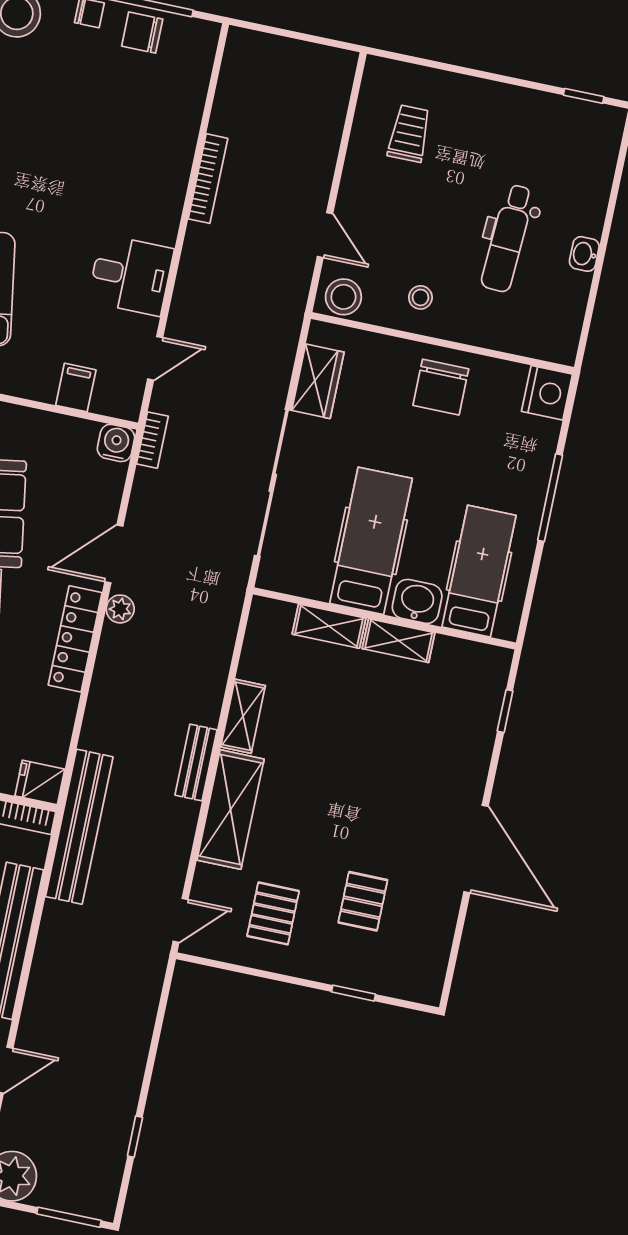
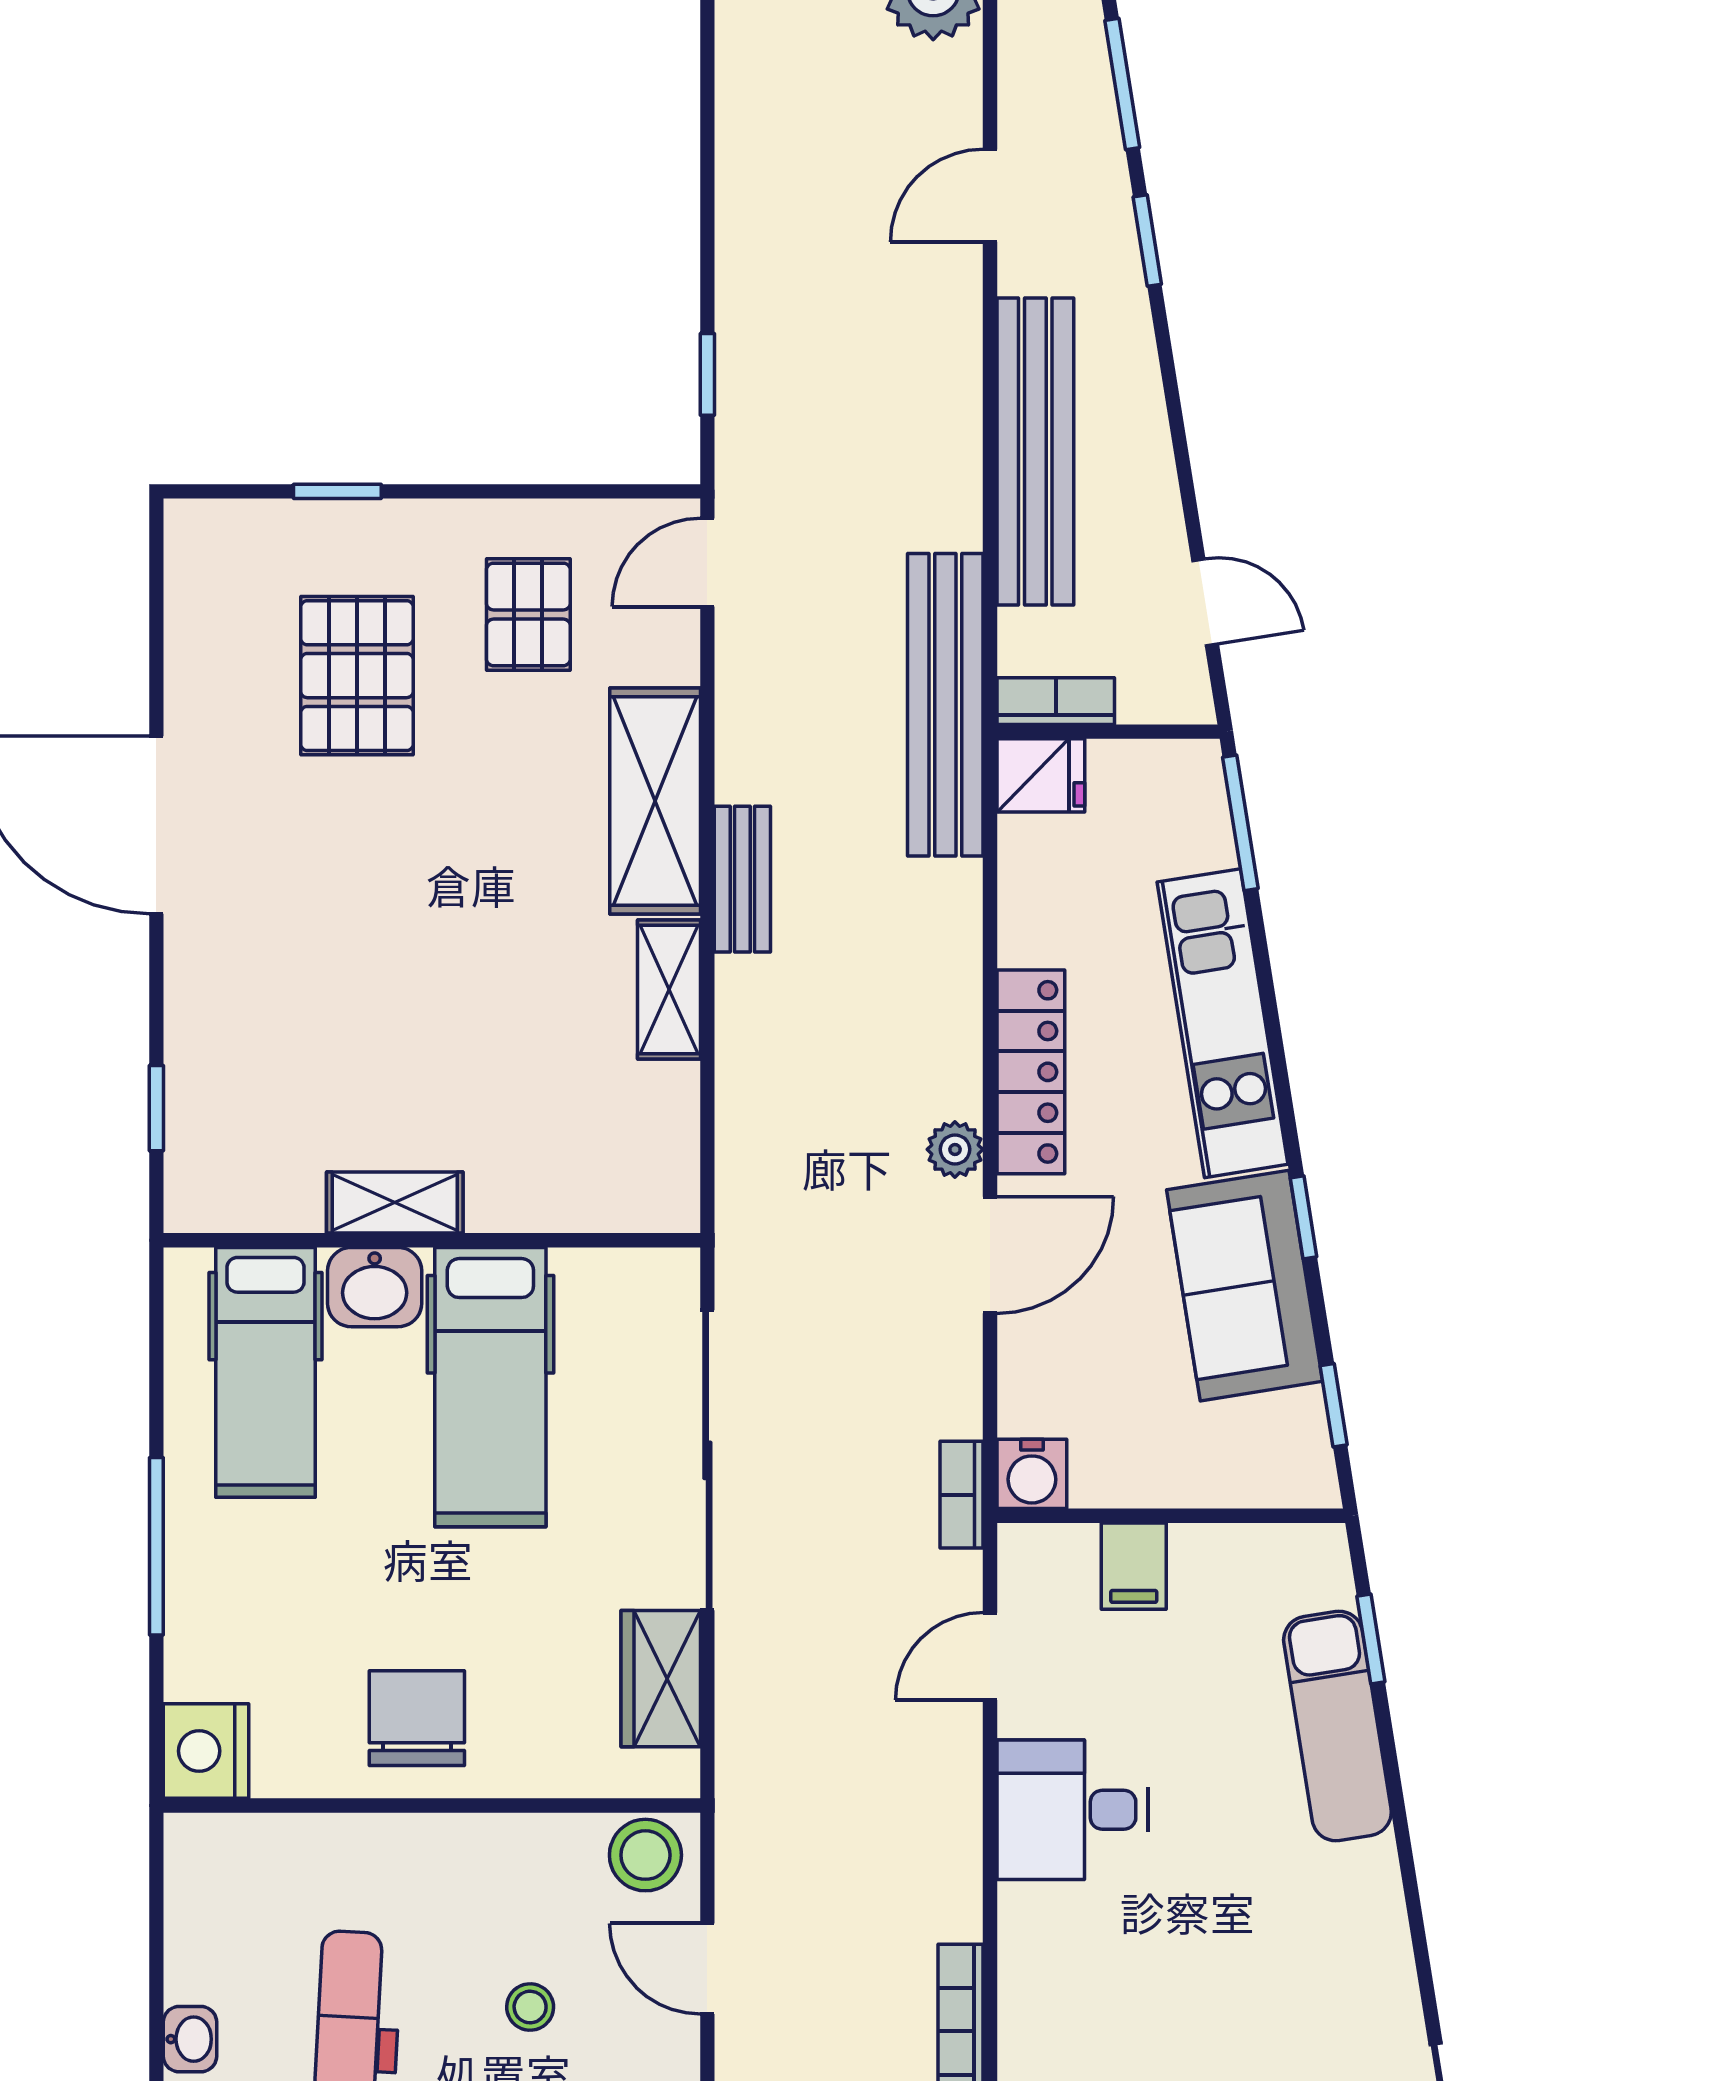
stool: (420, 297) -> (530, 2007), moved
shelving: (329, 626) -> (538, 1202), removed
pallet: (363, 901) -> (357, 676), width x1.50, depth x1.42
window: (135, 1137) -> (707, 374), moved

